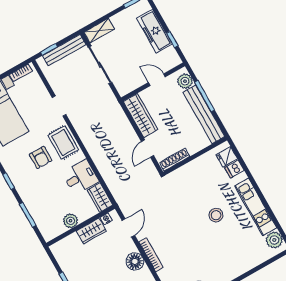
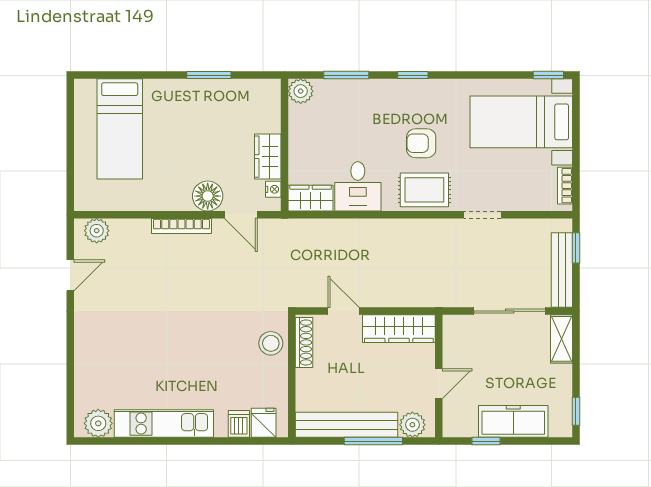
stool: (216, 215) -> (271, 343), moved
plant: (71, 221) -> (301, 91), moved
floor lamp: (135, 261) -> (208, 196), moved

